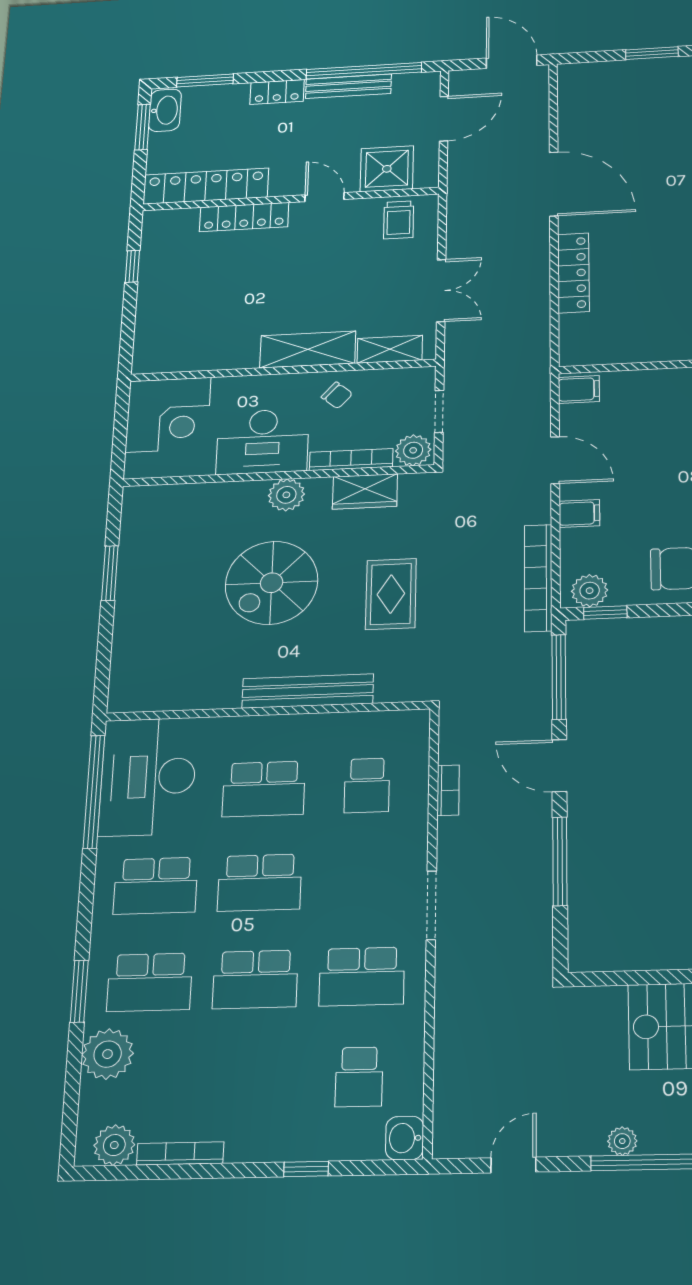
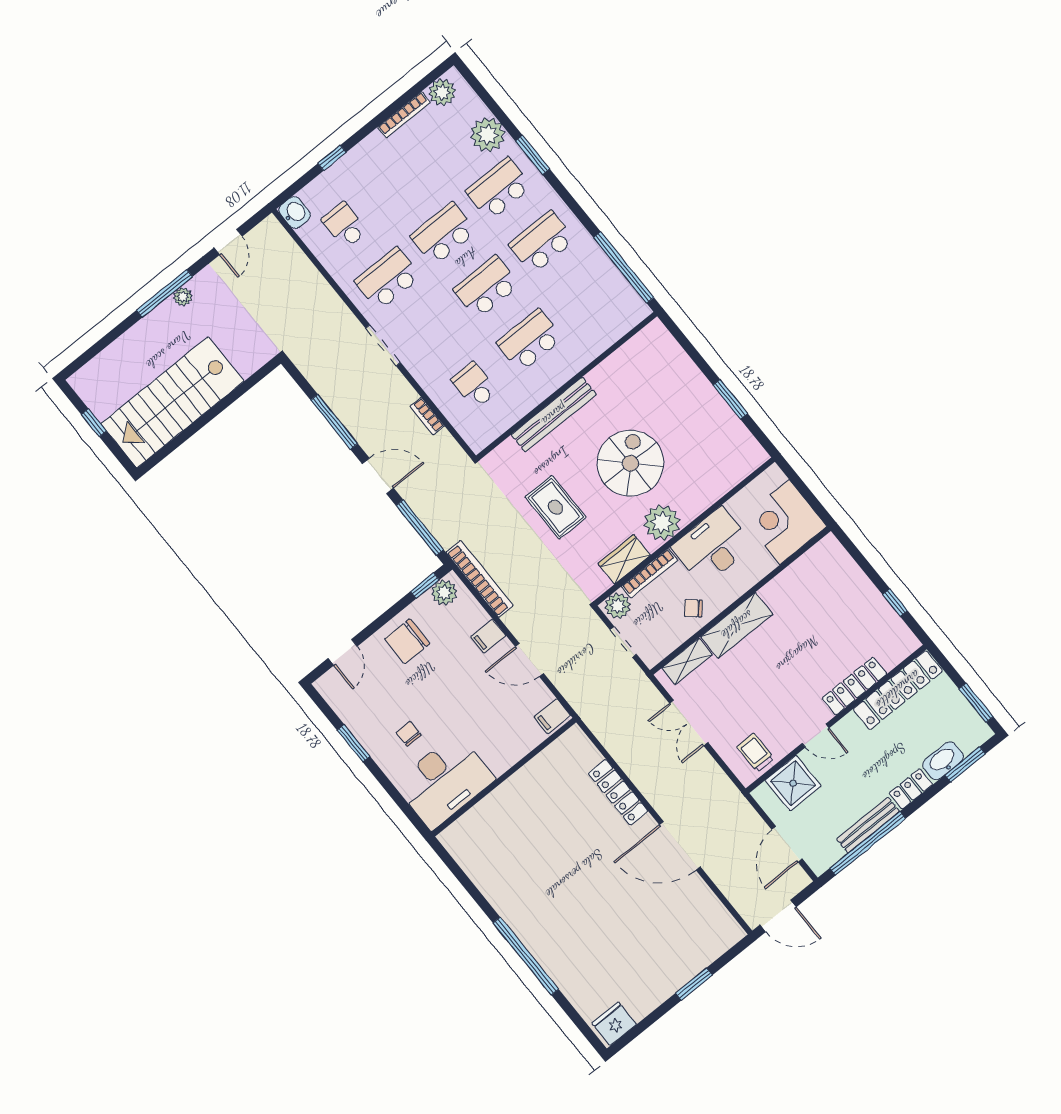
washbasin: (165, 110) -> (943, 761), moved, turned 90
plant: (286, 495) -> (662, 523), width x1.36, depth x1.36
desk: (148, 777) -> (601, 299), removed

